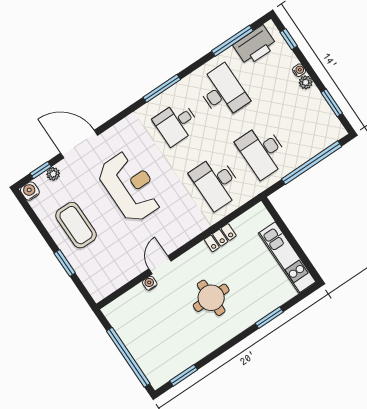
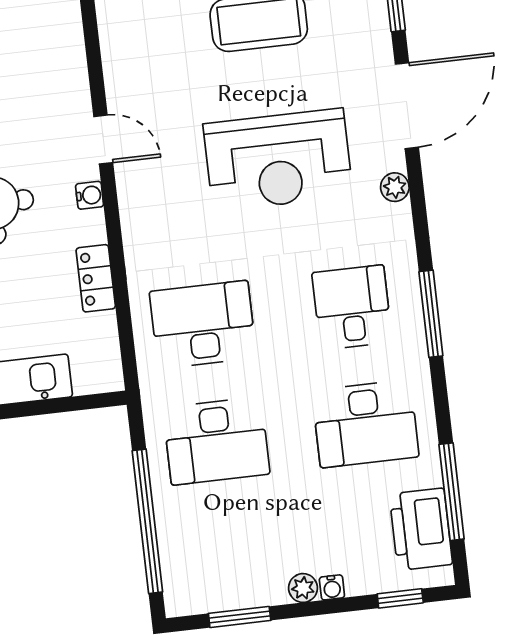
desk: (262, 151) -> (216, 441), turned 180
plant: (53, 174) -> (395, 187), moved
water cooler: (150, 283) -> (90, 195), moved

